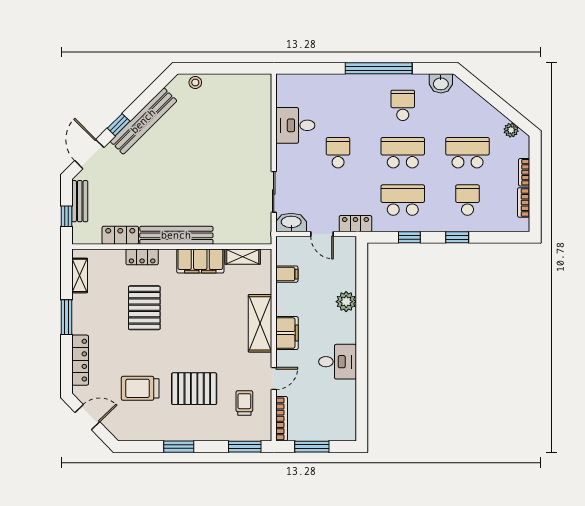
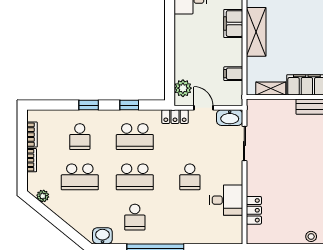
locker: (263, 113) -> (254, 210), added
plant: (346, 302) -> (183, 88), moved

